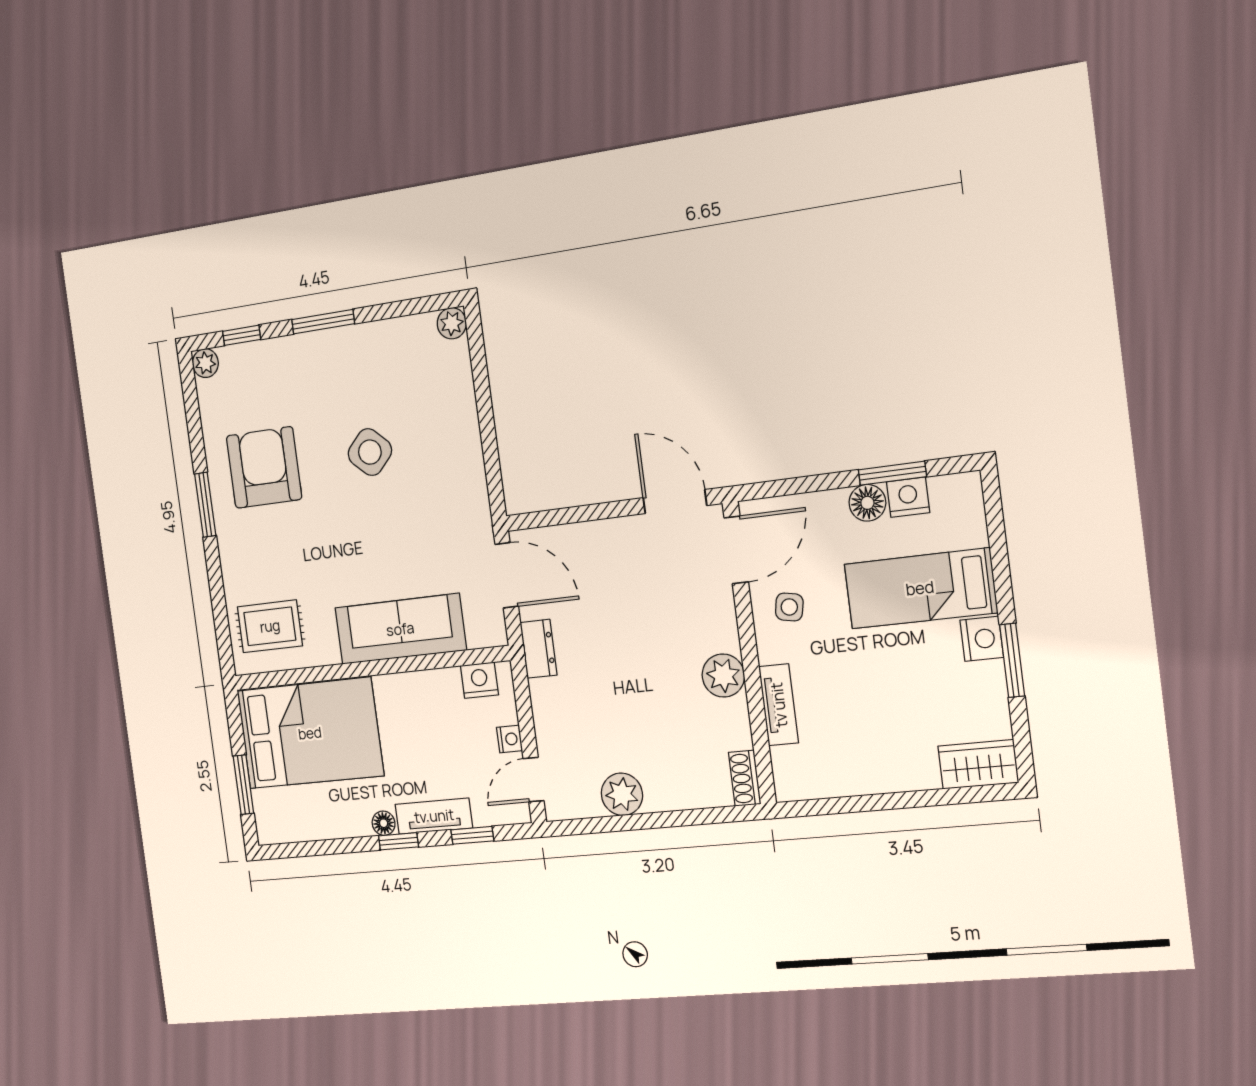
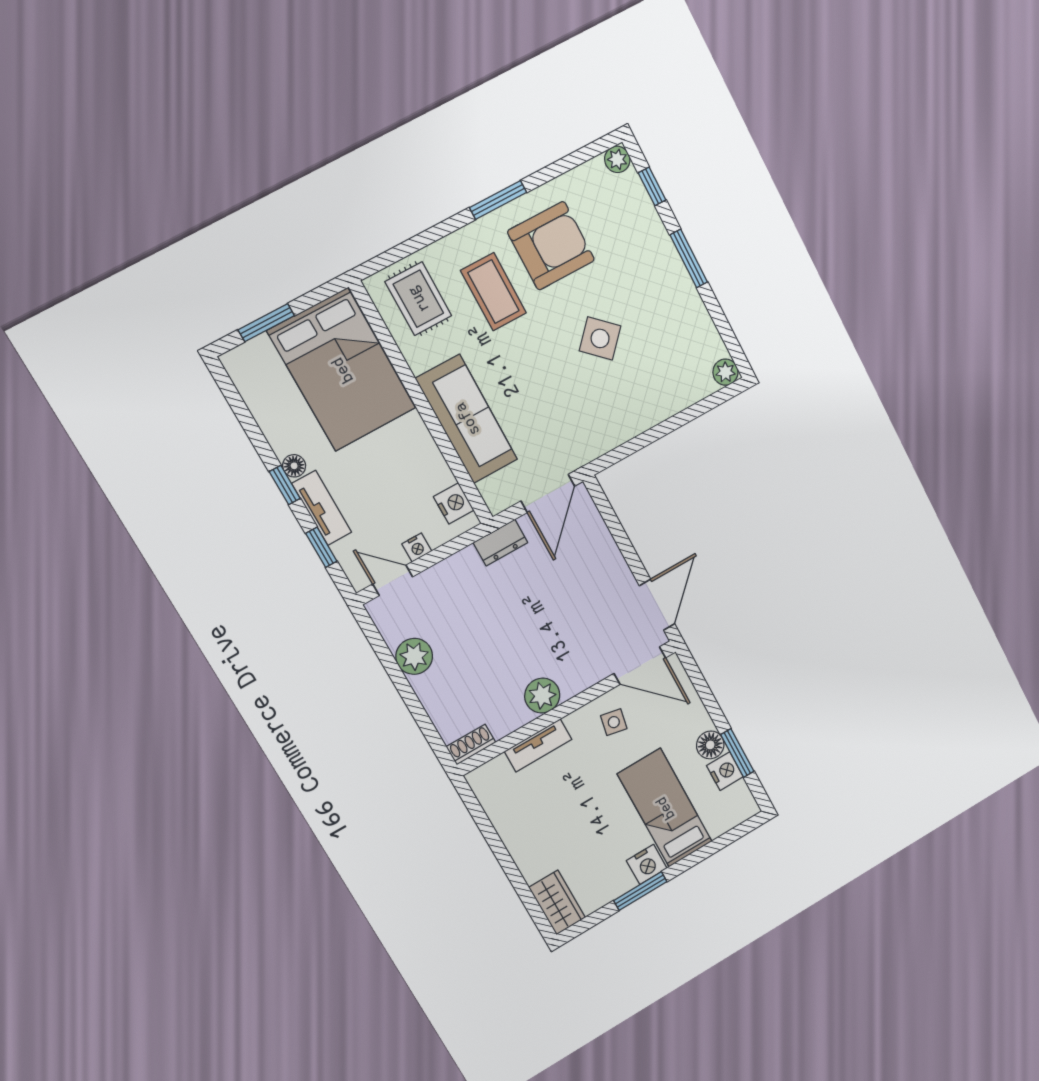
coffee table: (288, 547) -> (493, 292), added

